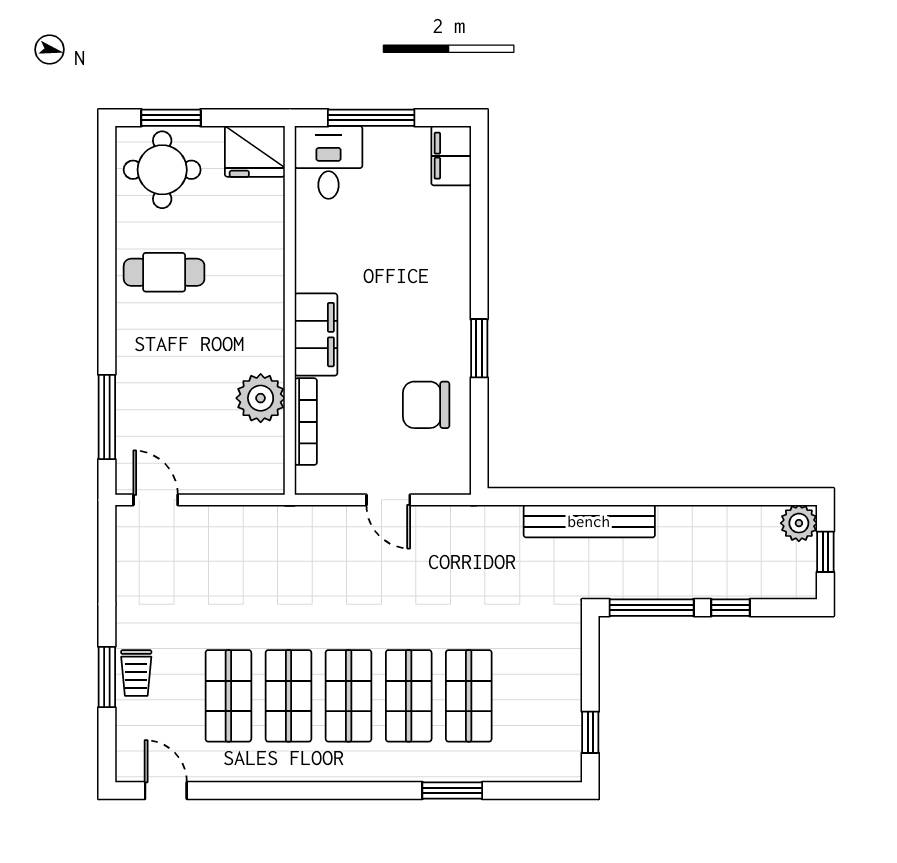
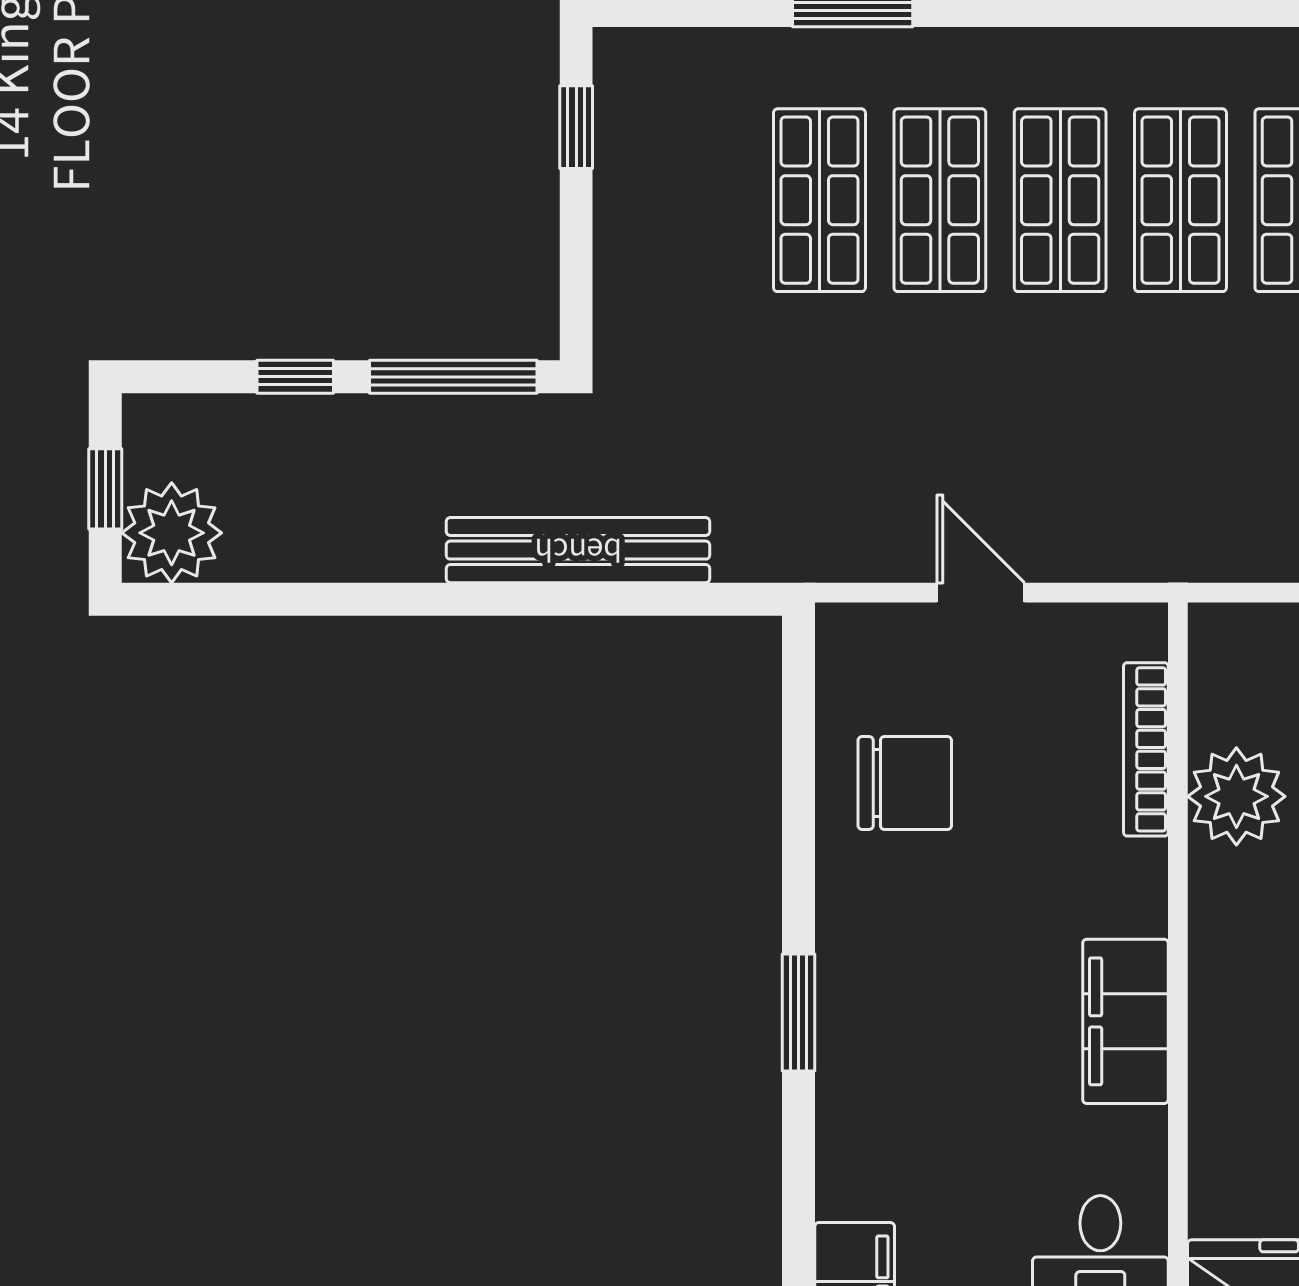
filing cabinet: (316, 335) -> (1125, 1021), moved
window: (479, 348) -> (799, 1012), moved
plant: (799, 523) -> (172, 533), width x1.36, depth x1.36

